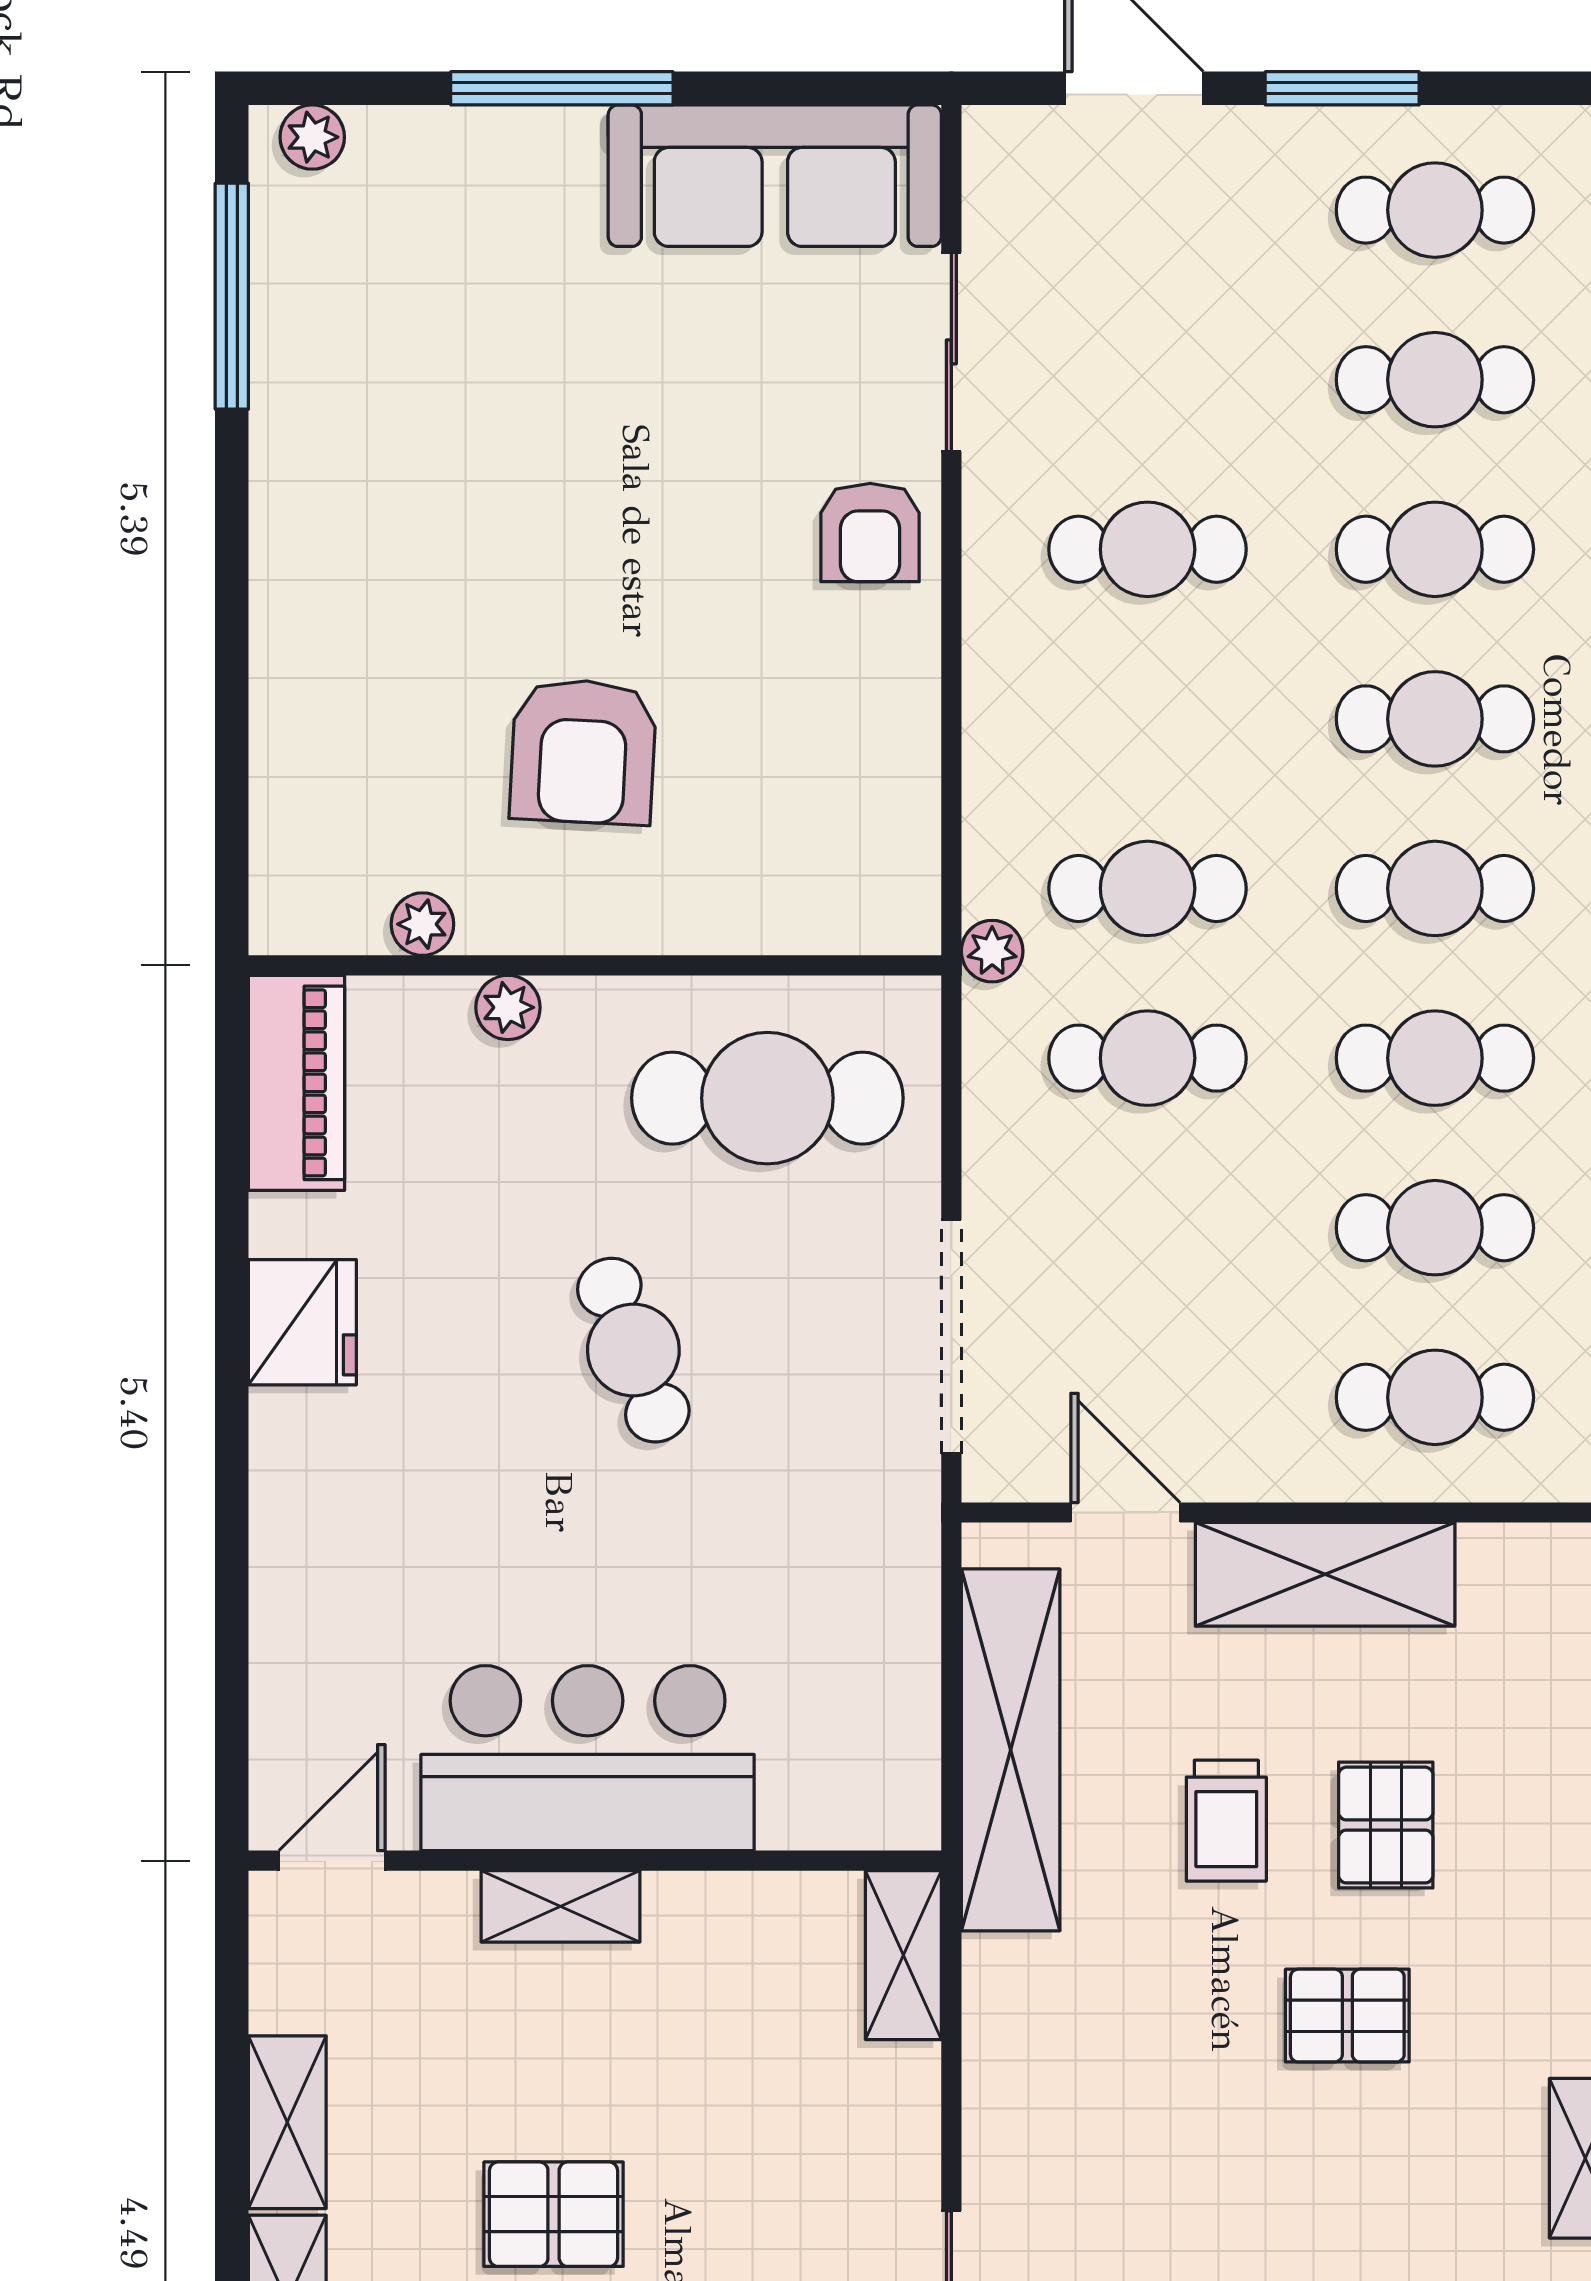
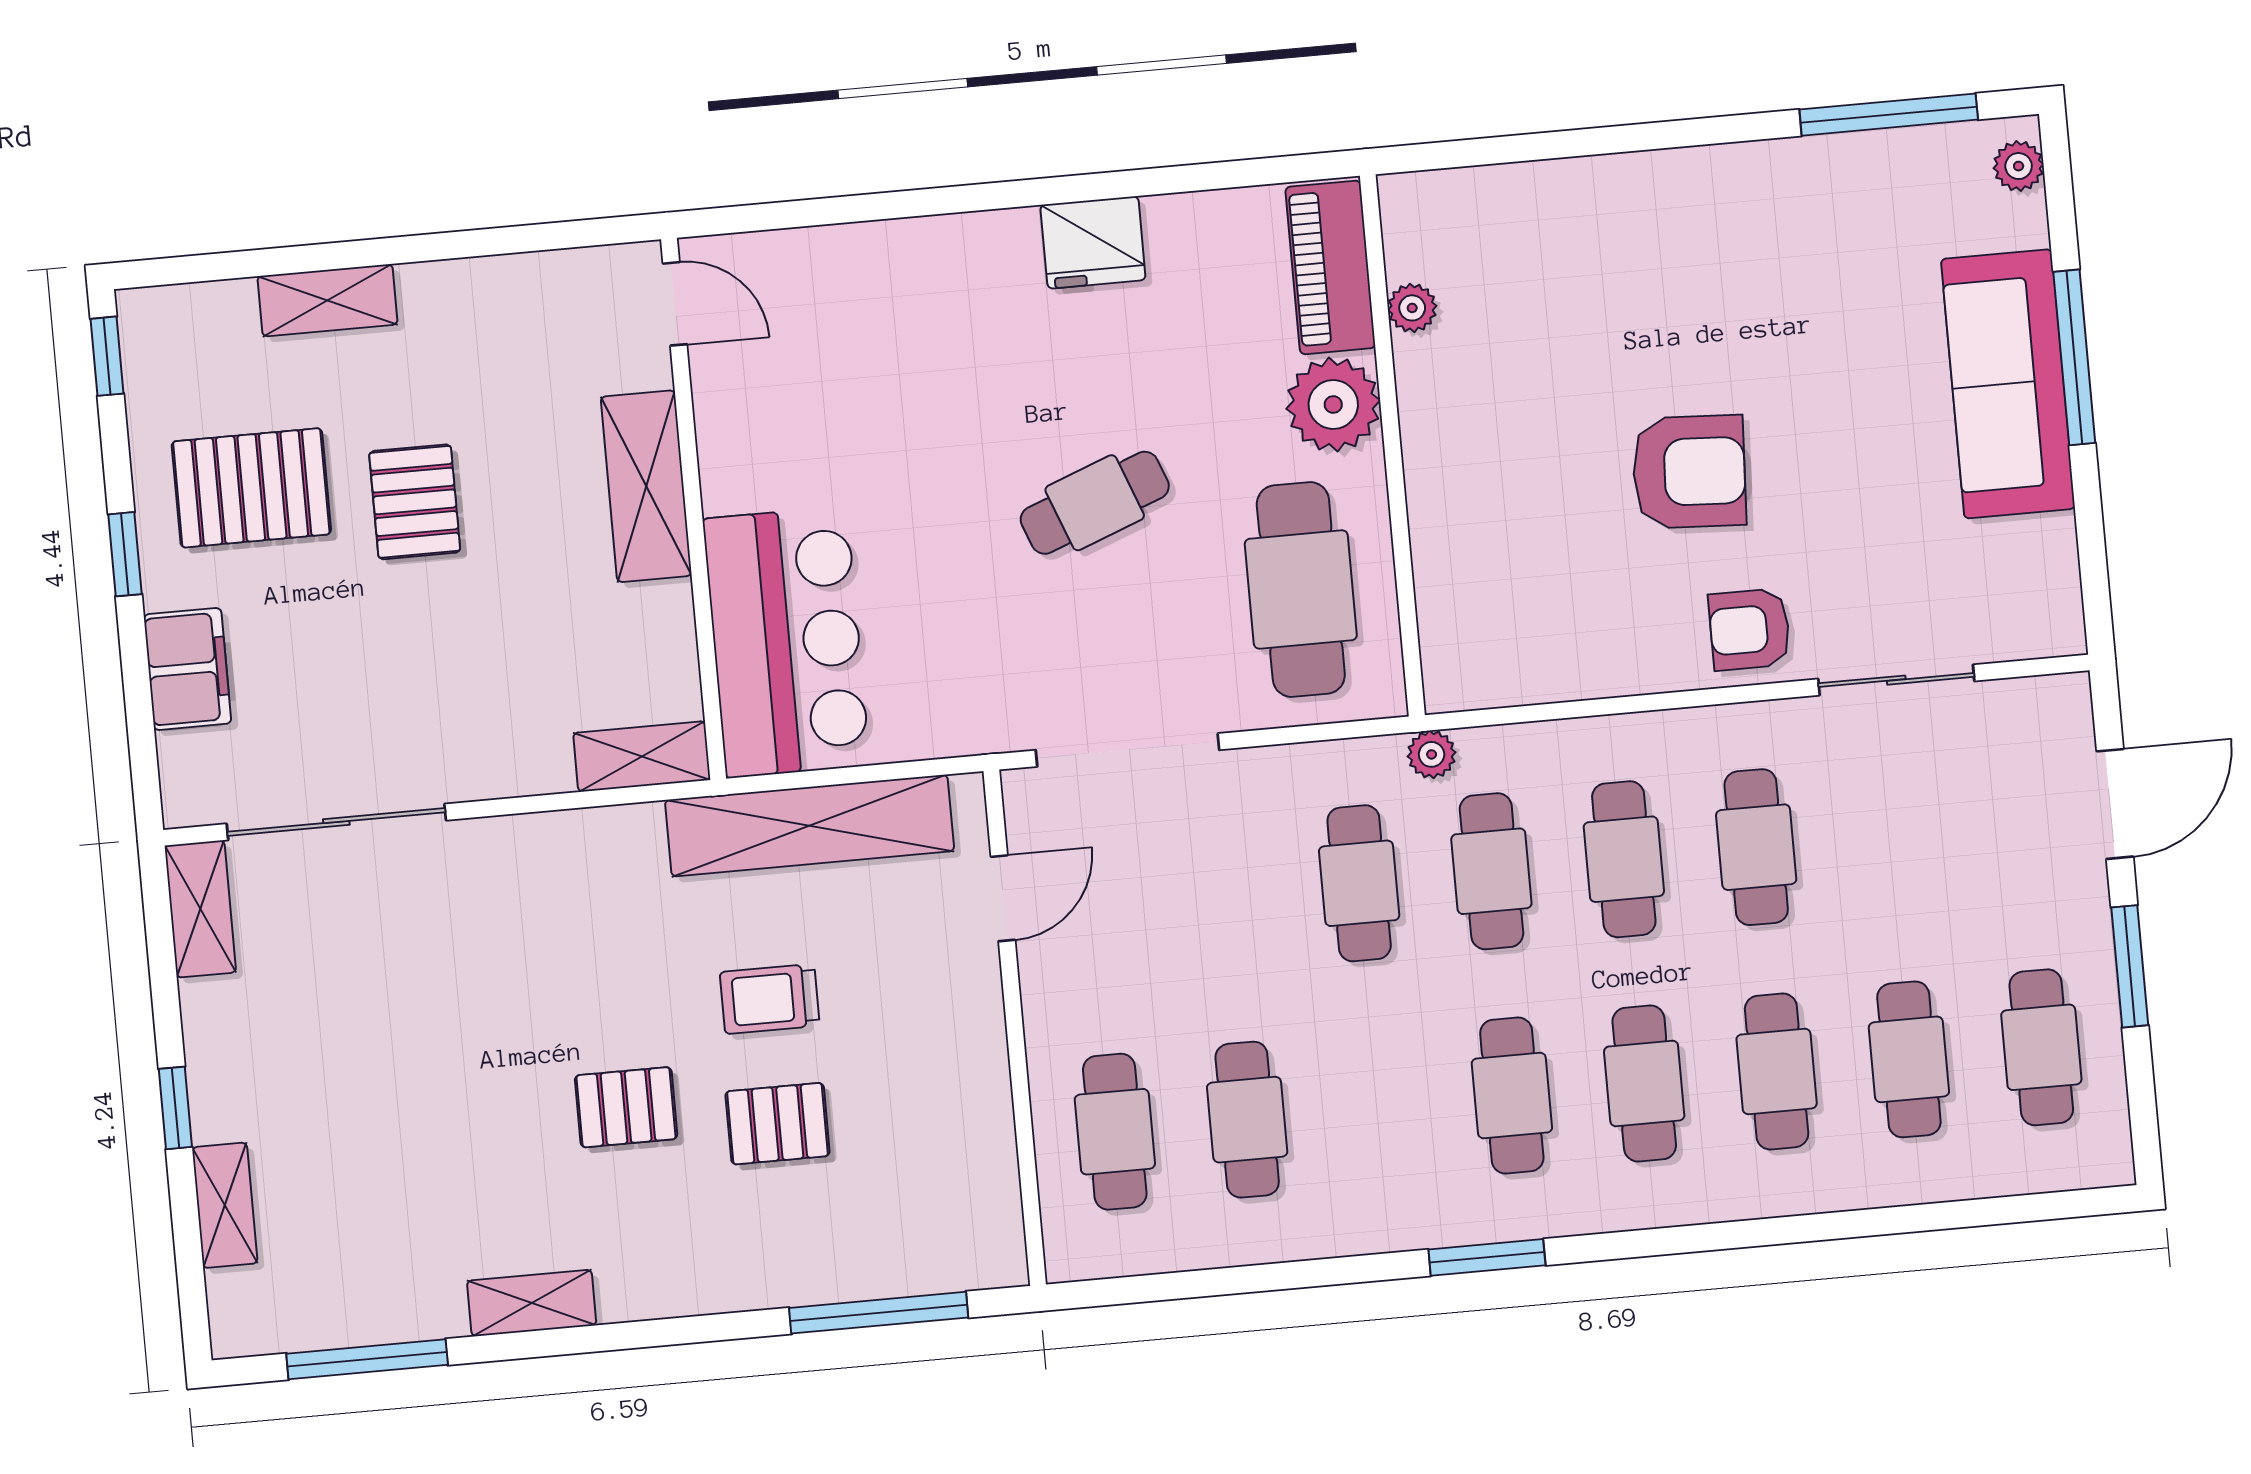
sofa: (775, 176) -> (2008, 384), moved
armchair: (583, 752) -> (1689, 472), moved, turned 180
plant: (508, 1007) -> (1333, 405), width x1.88, depth x1.88
cafe table: (1435, 1058) -> (1624, 859), moved
piano: (296, 1083) -> (1330, 267), moved, turned 90
shelving: (1325, 1574) -> (969, 1059), removed
bar counter: (588, 1758) -> (786, 642), moved
shelving: (560, 1906) -> (646, 486), width x1.50, depth x1.33
pallet: (1347, 2016) -> (626, 1107), turned 90
shelving: (287, 2122) -> (468, 288), removed

